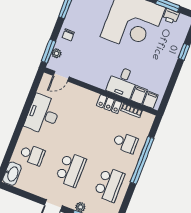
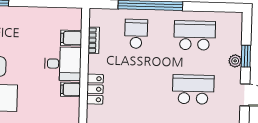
filing cabinet: (150, 100) -> (70, 89), moved
locker: (109, 104) -> (95, 89), moved

